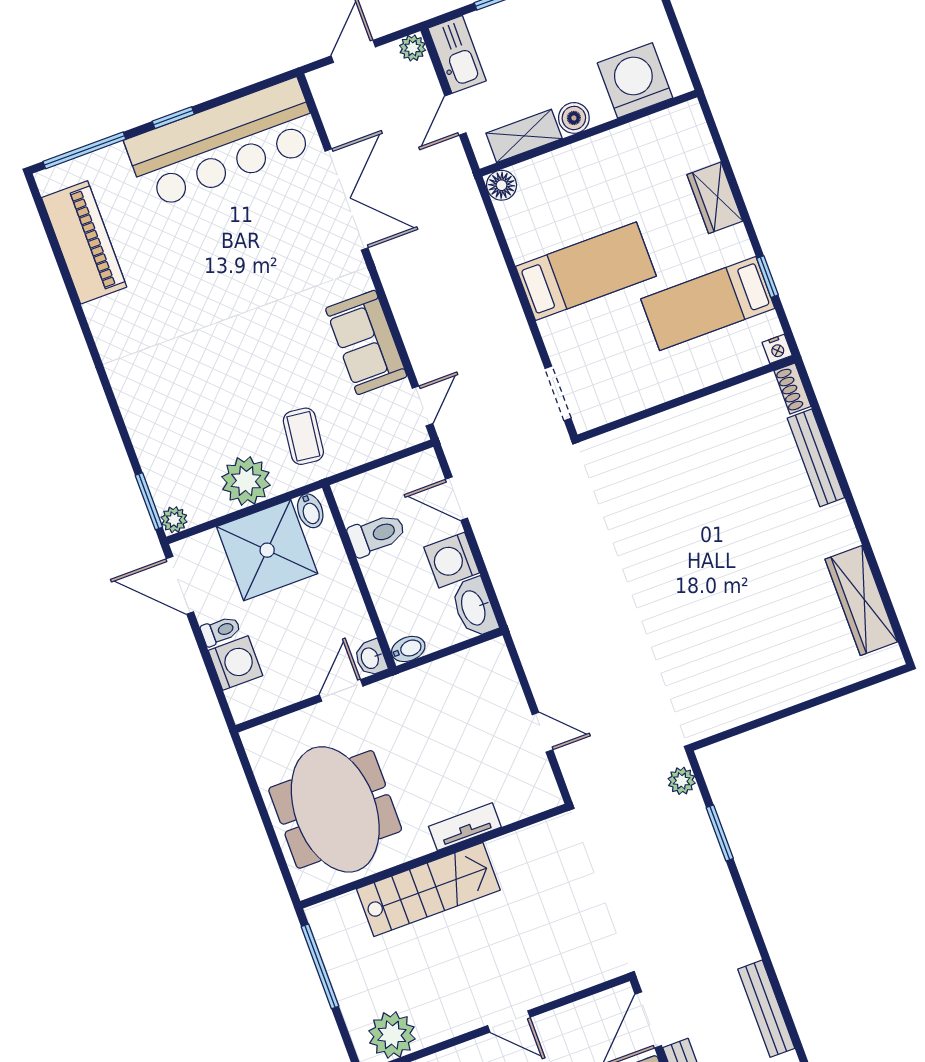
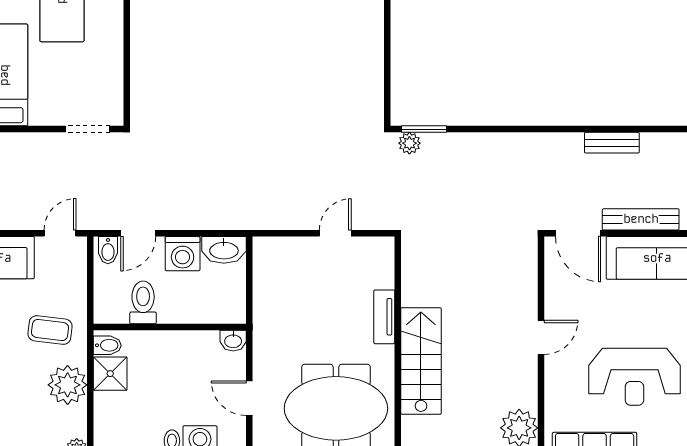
door: (422, 406) -> (60, 233), hinge flipped
shower: (267, 550) -> (110, 374), width x0.54, depth x0.54
bidet: (408, 649) -> (108, 250), moved, turned 180
door: (341, 690) -> (249, 398), moved
window: (720, 833) -> (424, 129), moved
bench: (766, 1009) -> (612, 143), width x0.73

